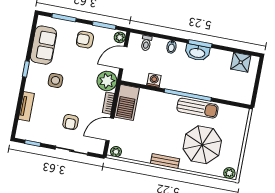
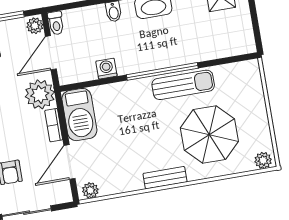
toilet: (146, 43) -> (56, 23), moved

